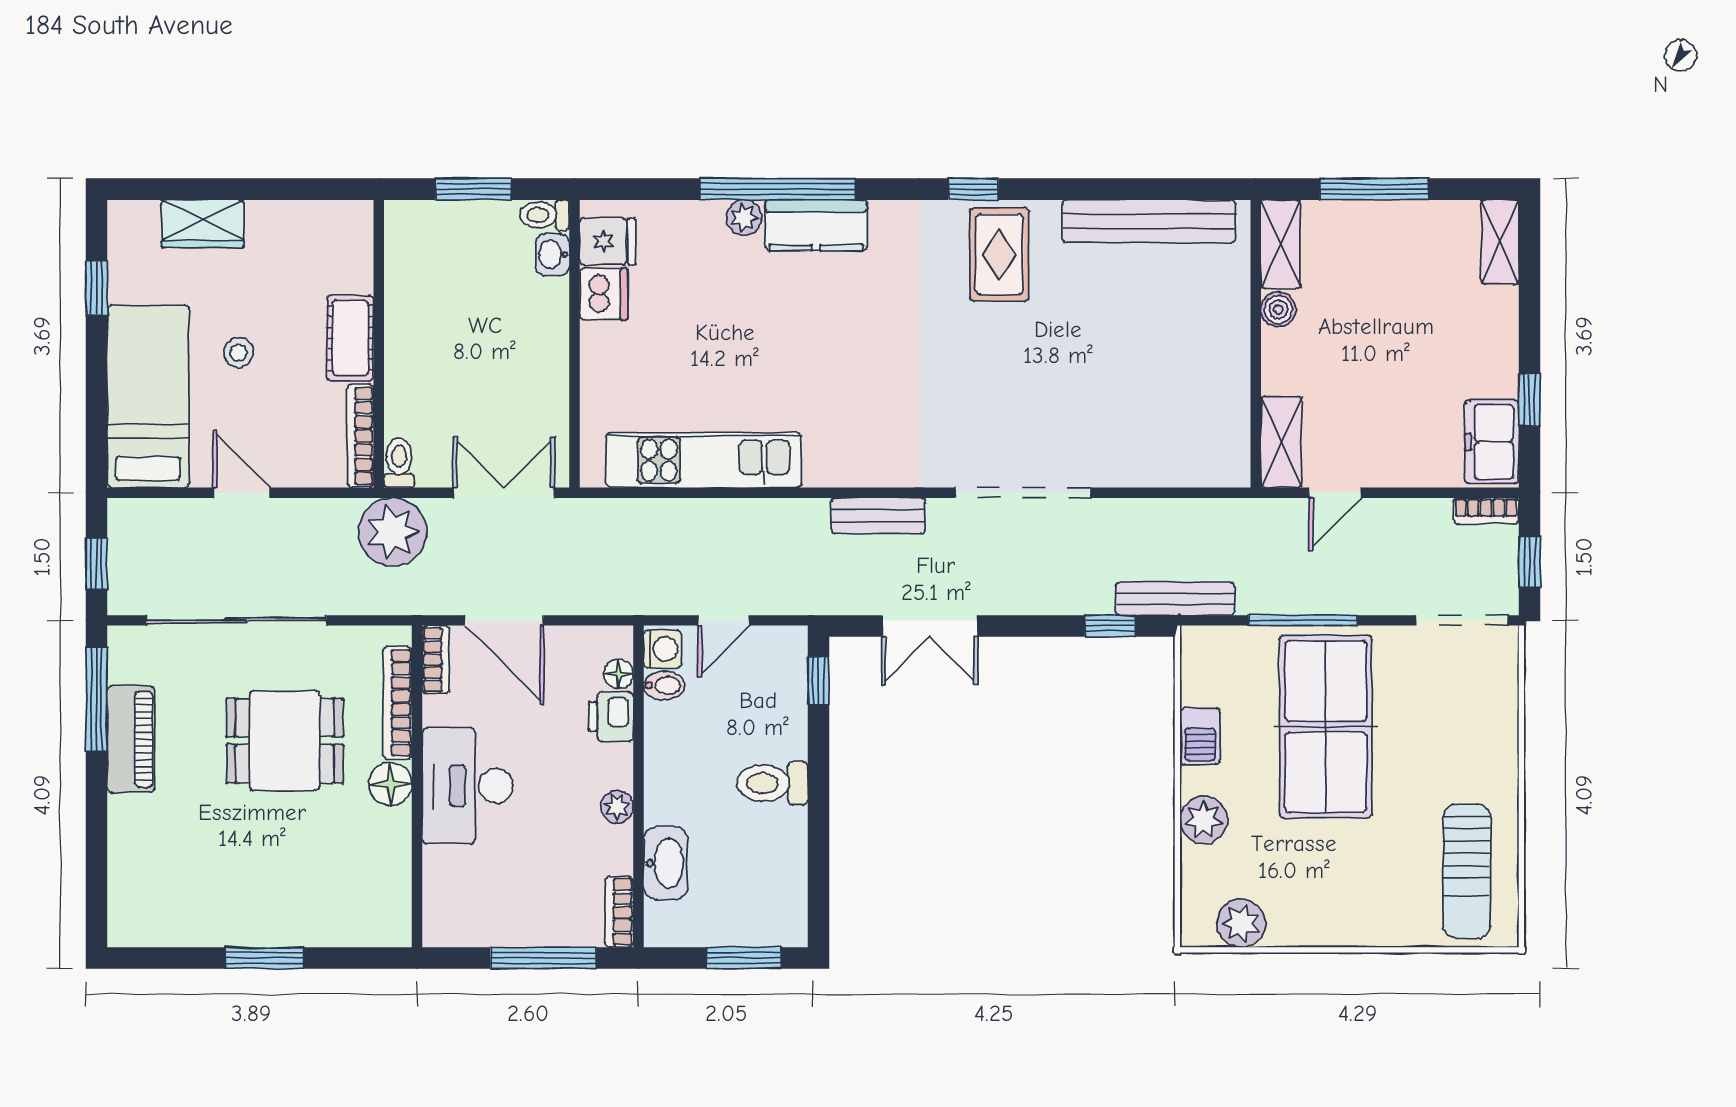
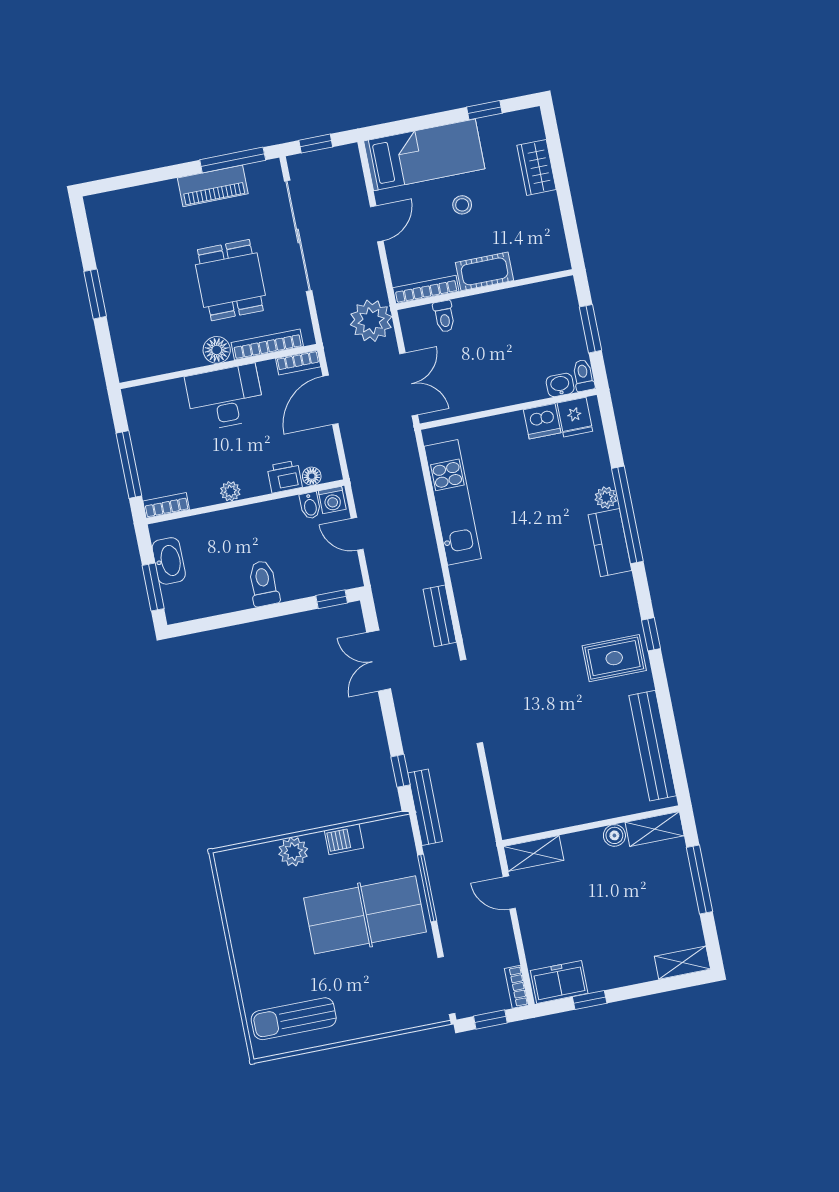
toilet: (399, 463) -> (444, 316), moved, turned 90
washbasin: (666, 863) -> (169, 561), moved, turned -90
plant: (1241, 923) -> (235, 887), removed

